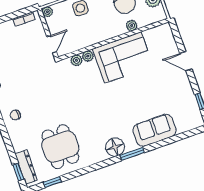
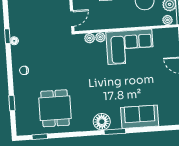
plant: (132, 26) -> (167, 20), moved
dresser: (26, 167) -> (21, 118), removed
window: (18, 172) -> (12, 103), moved

